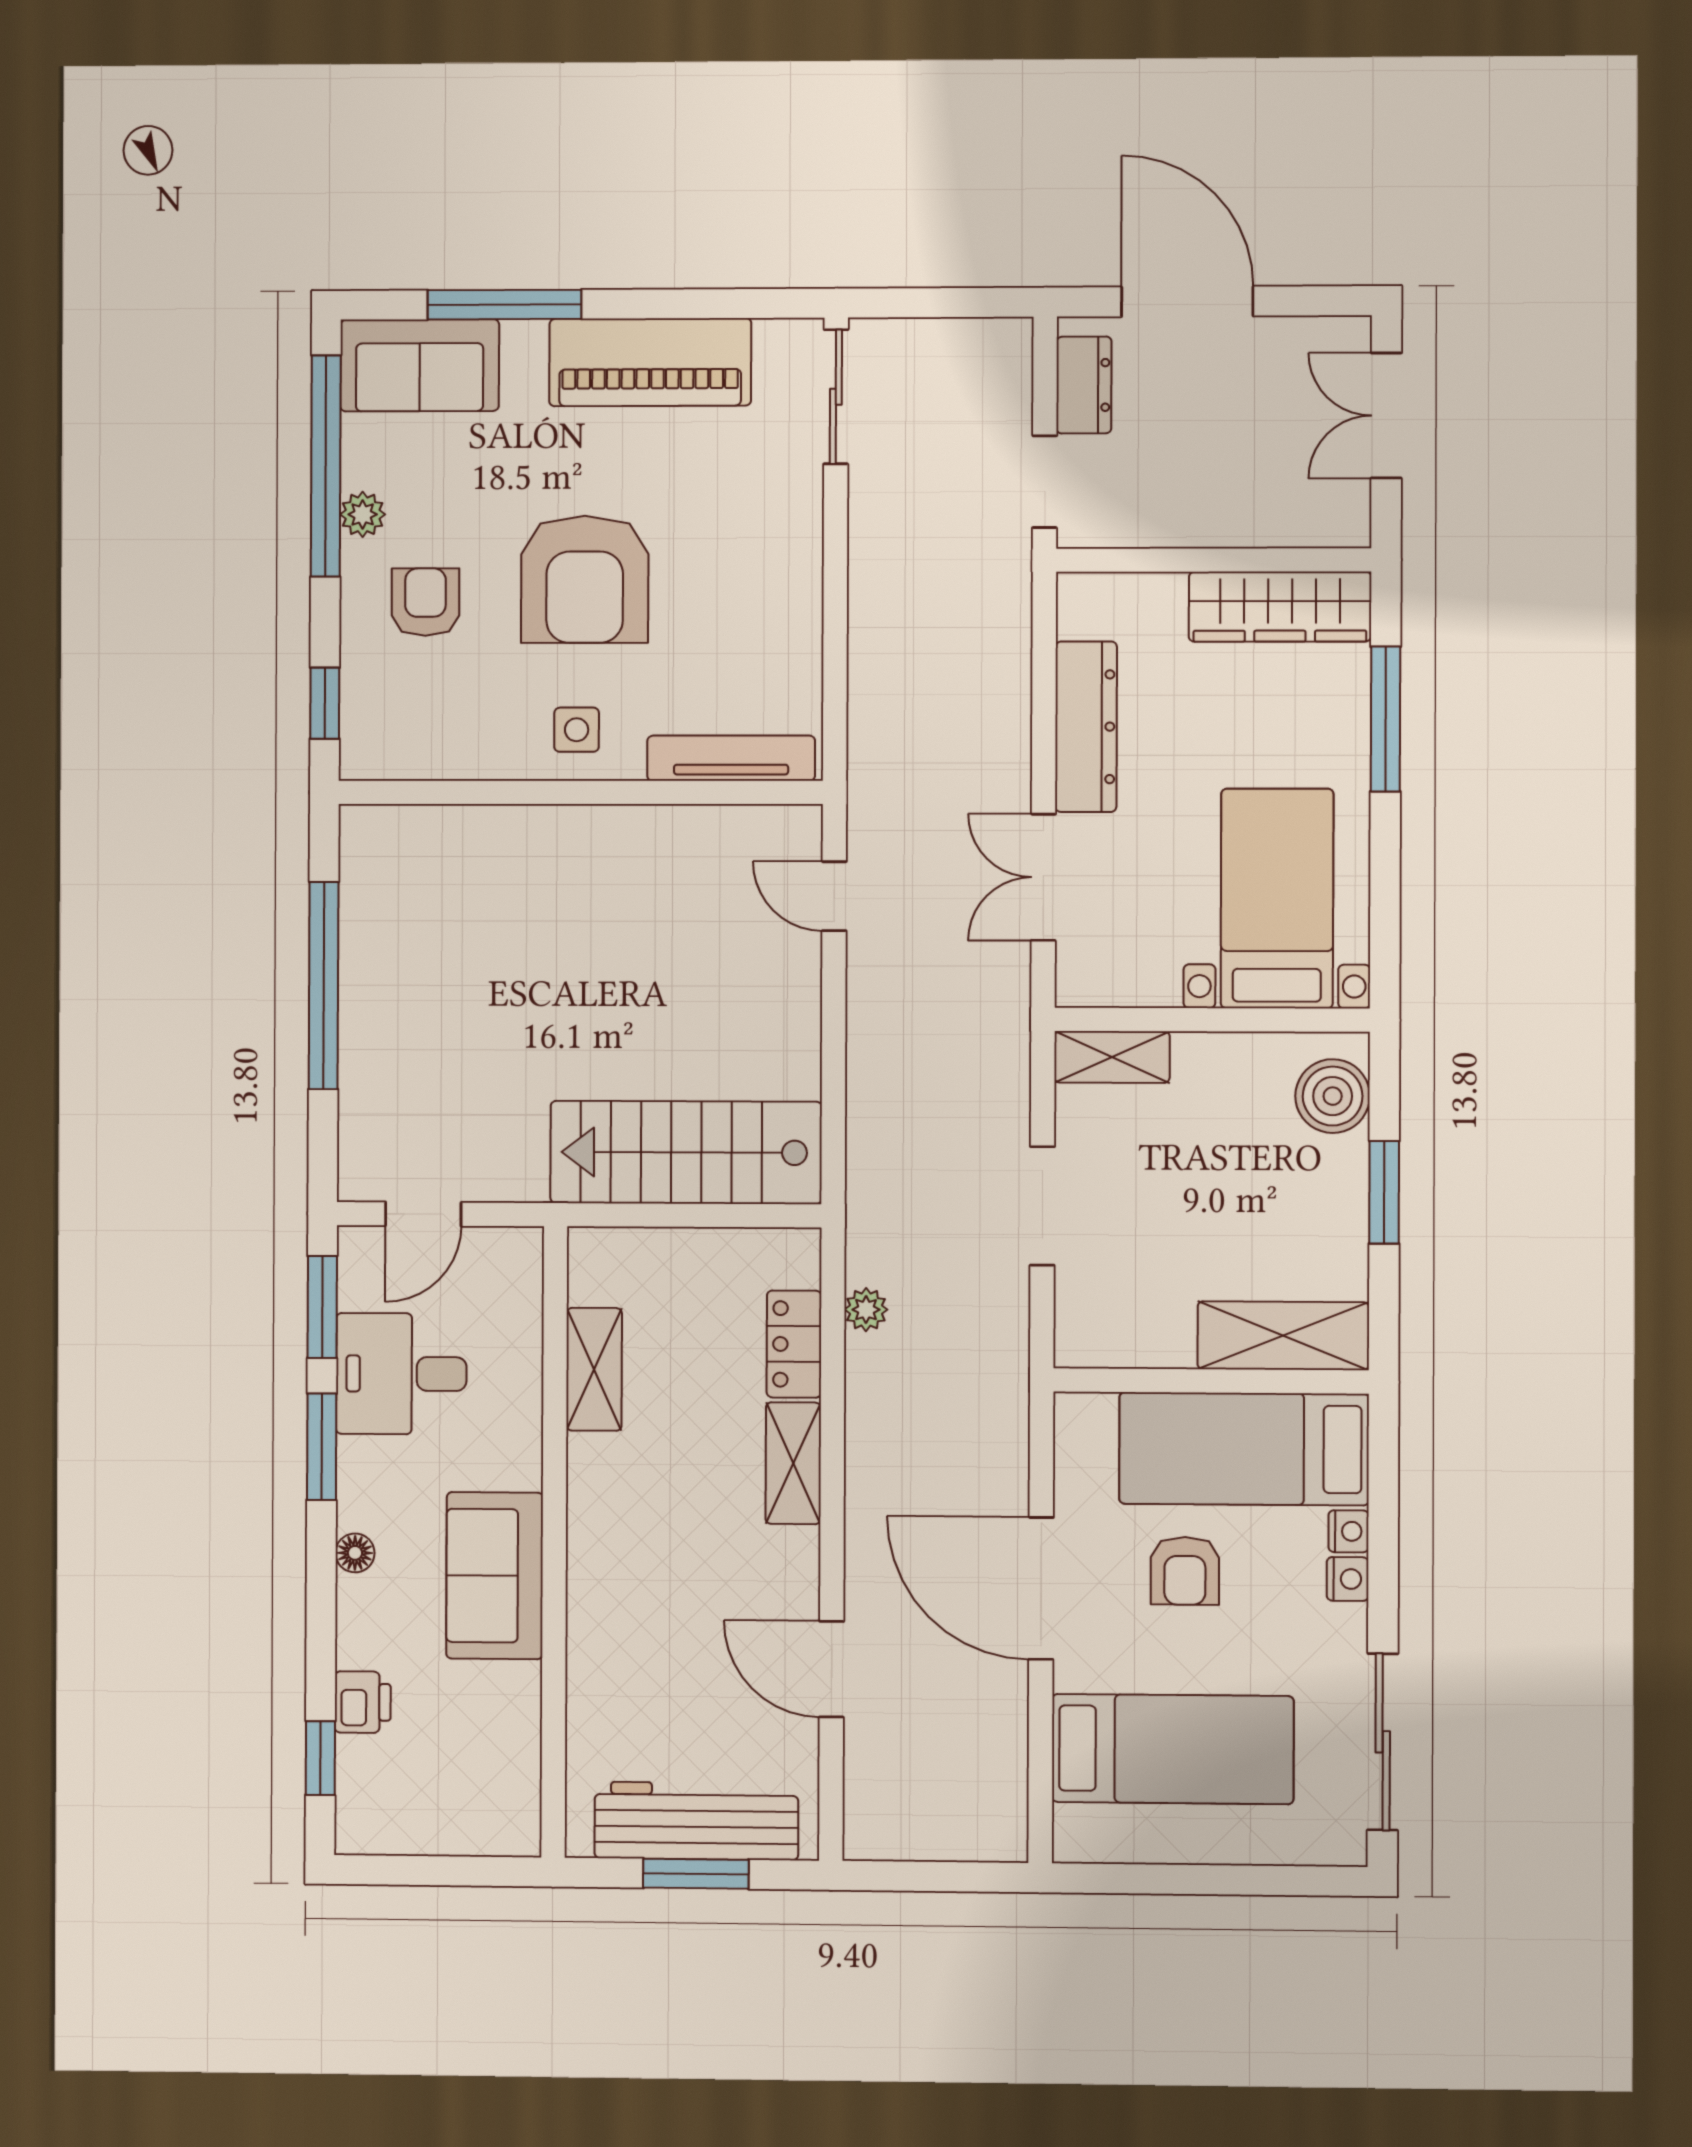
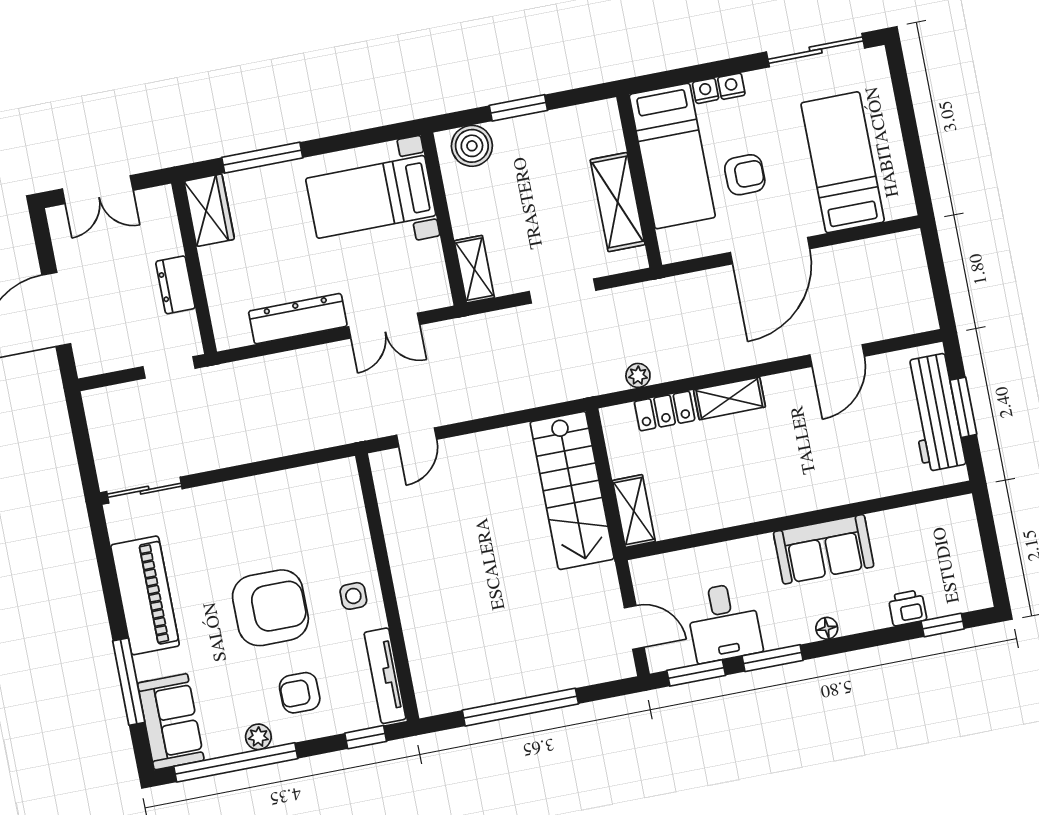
dresser: (1084, 385) -> (175, 285), moved, turned -90
wardrobe: (1280, 607) -> (209, 210), width x0.67
tv unit: (731, 758) -> (385, 676), moved
shelving: (1283, 1336) -> (618, 202), moved
shelving: (594, 1369) -> (634, 511), moved, turned 90

